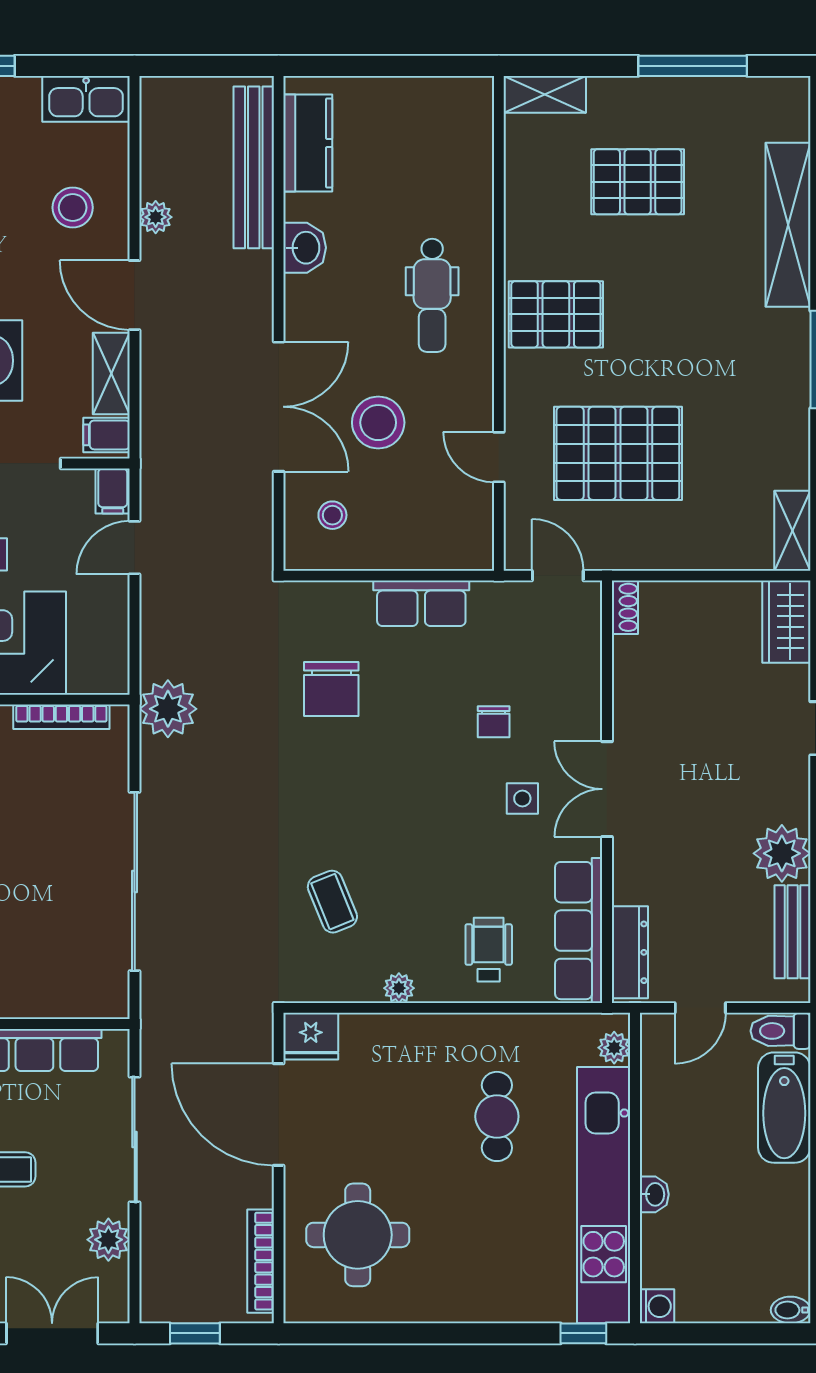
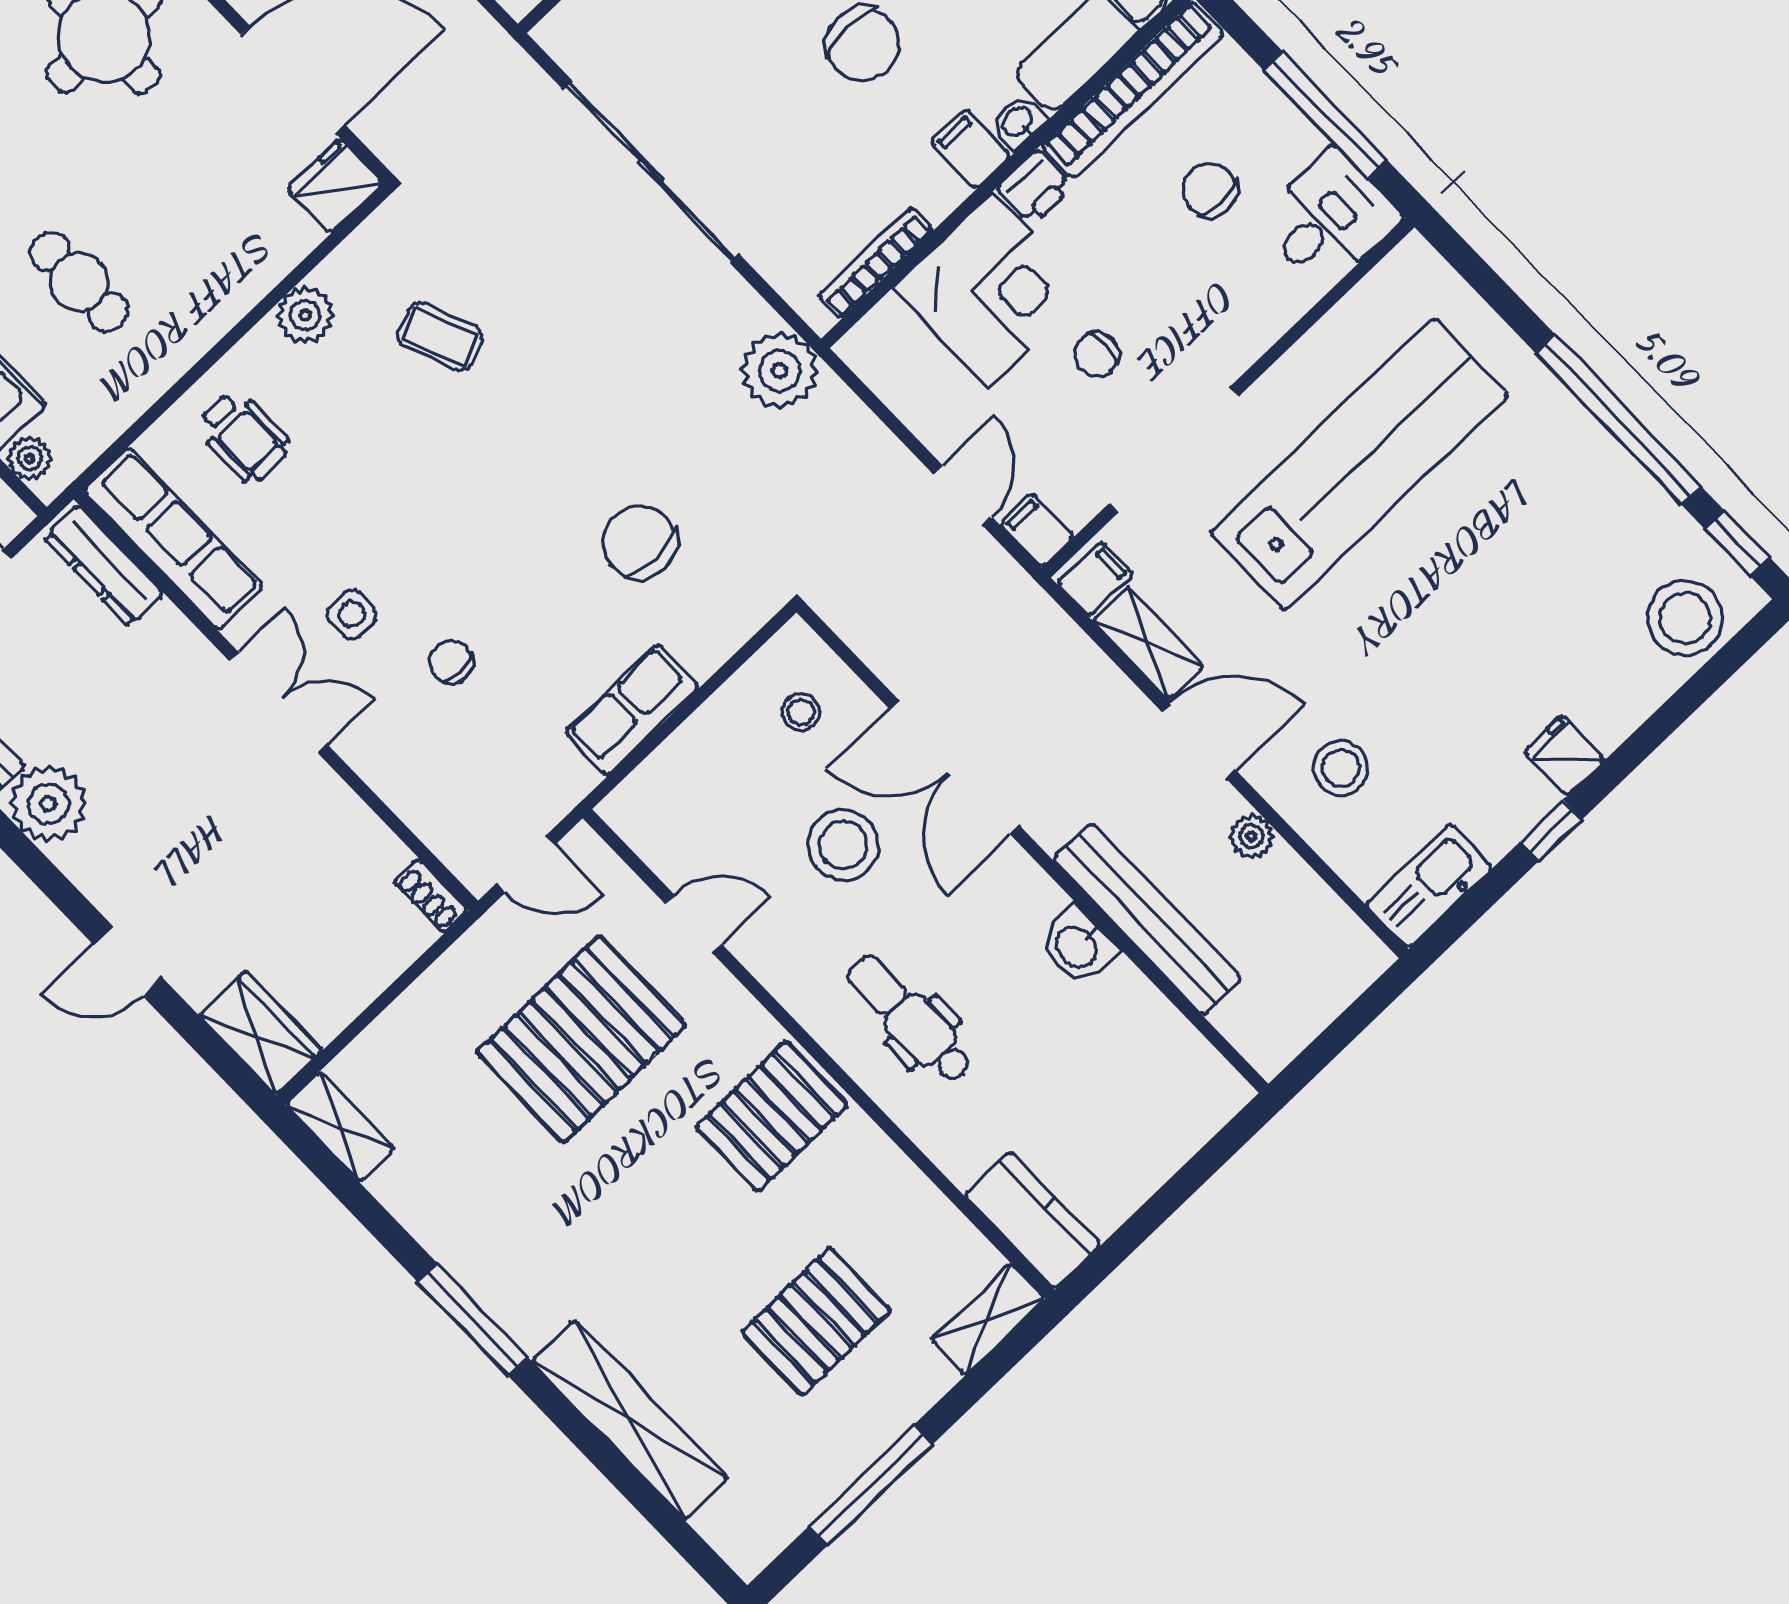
kitchen counter: (308, 143) -> (1033, 1220), moved, turned 180
bench: (254, 167) -> (1147, 919), moved
plant: (399, 988) -> (305, 315), width x1.38, depth x1.38

